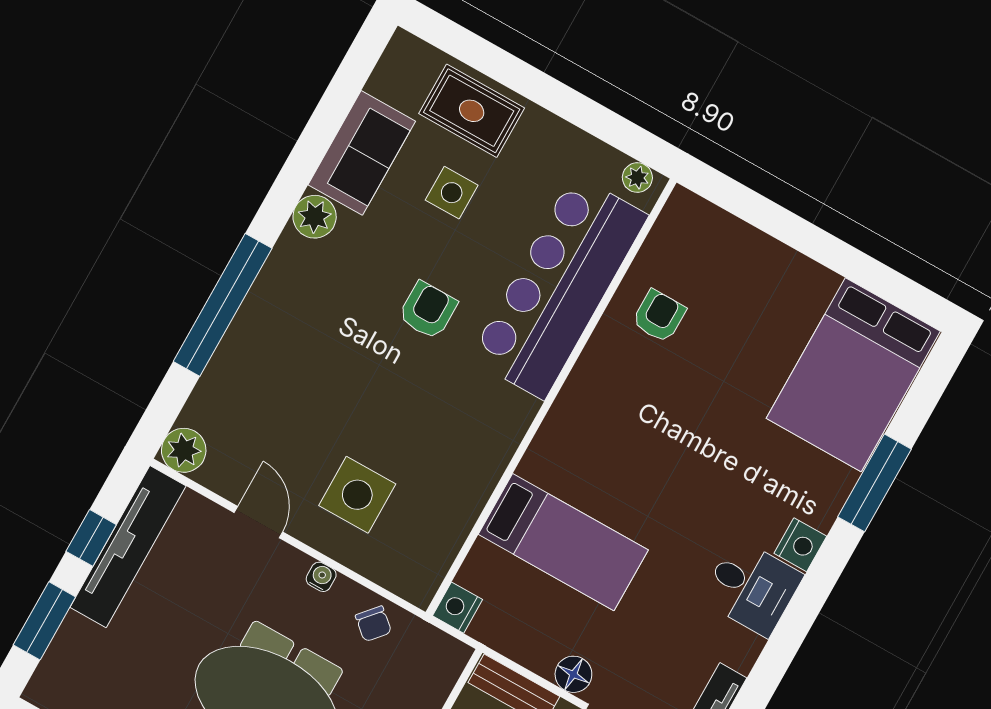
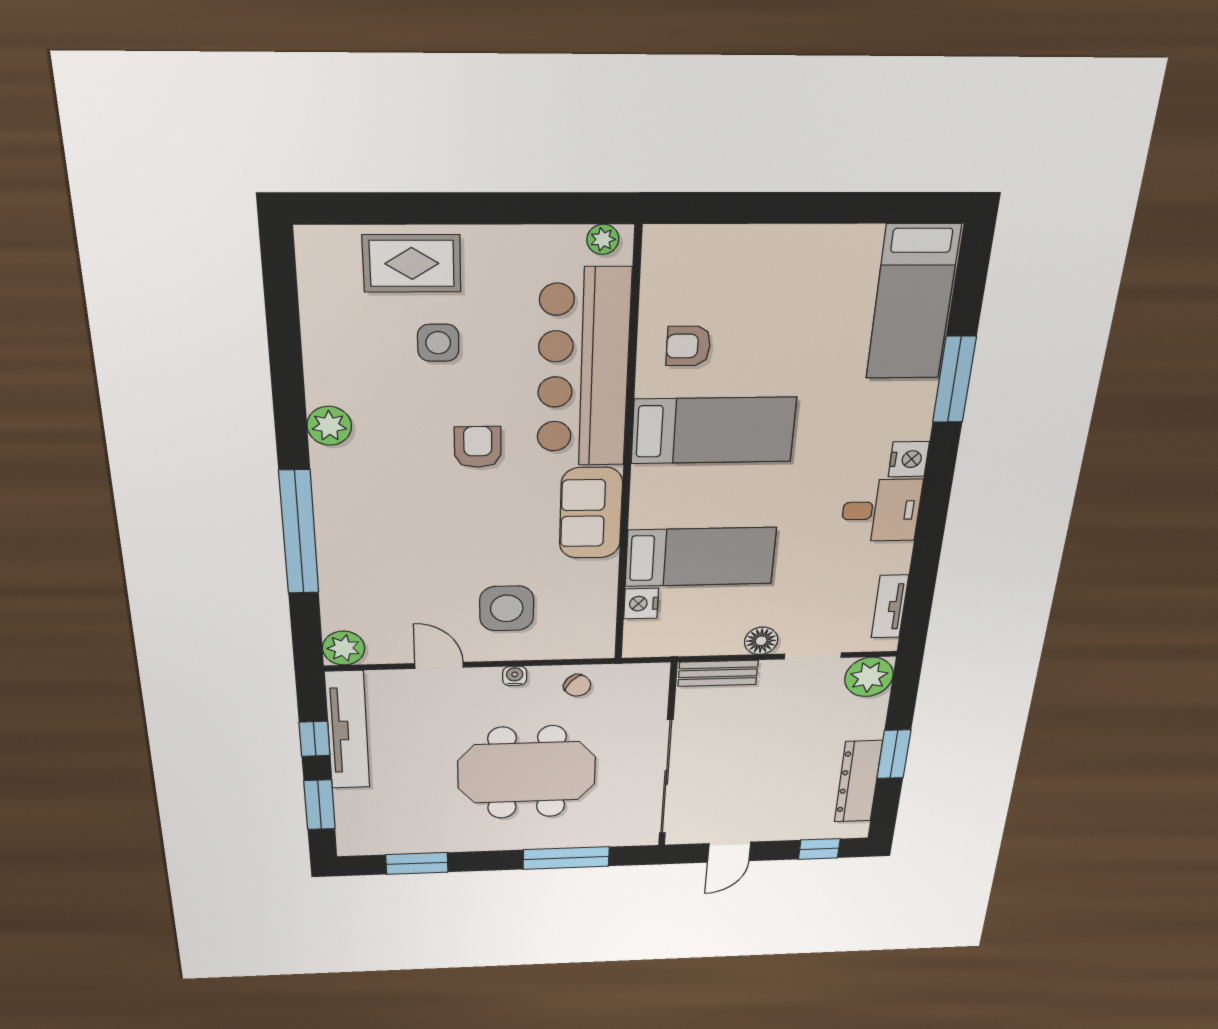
sofa: (362, 153) -> (591, 513), moved, turned 180
armchair: (659, 316) -> (688, 346), turned -90
bed: (853, 375) -> (913, 302), width x0.67
bed: (640, 413) -> (713, 431), added
nightstand: (457, 608) -> (641, 604), moved

